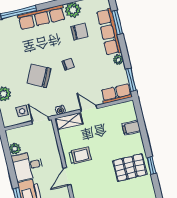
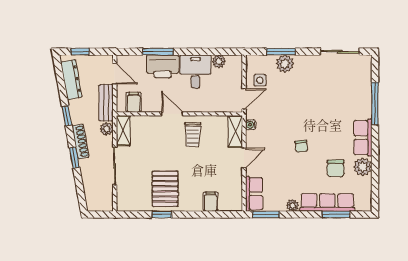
row of seats: (42, 17) -> (363, 138), width x0.68
chair: (39, 76) -> (296, 109), removed

